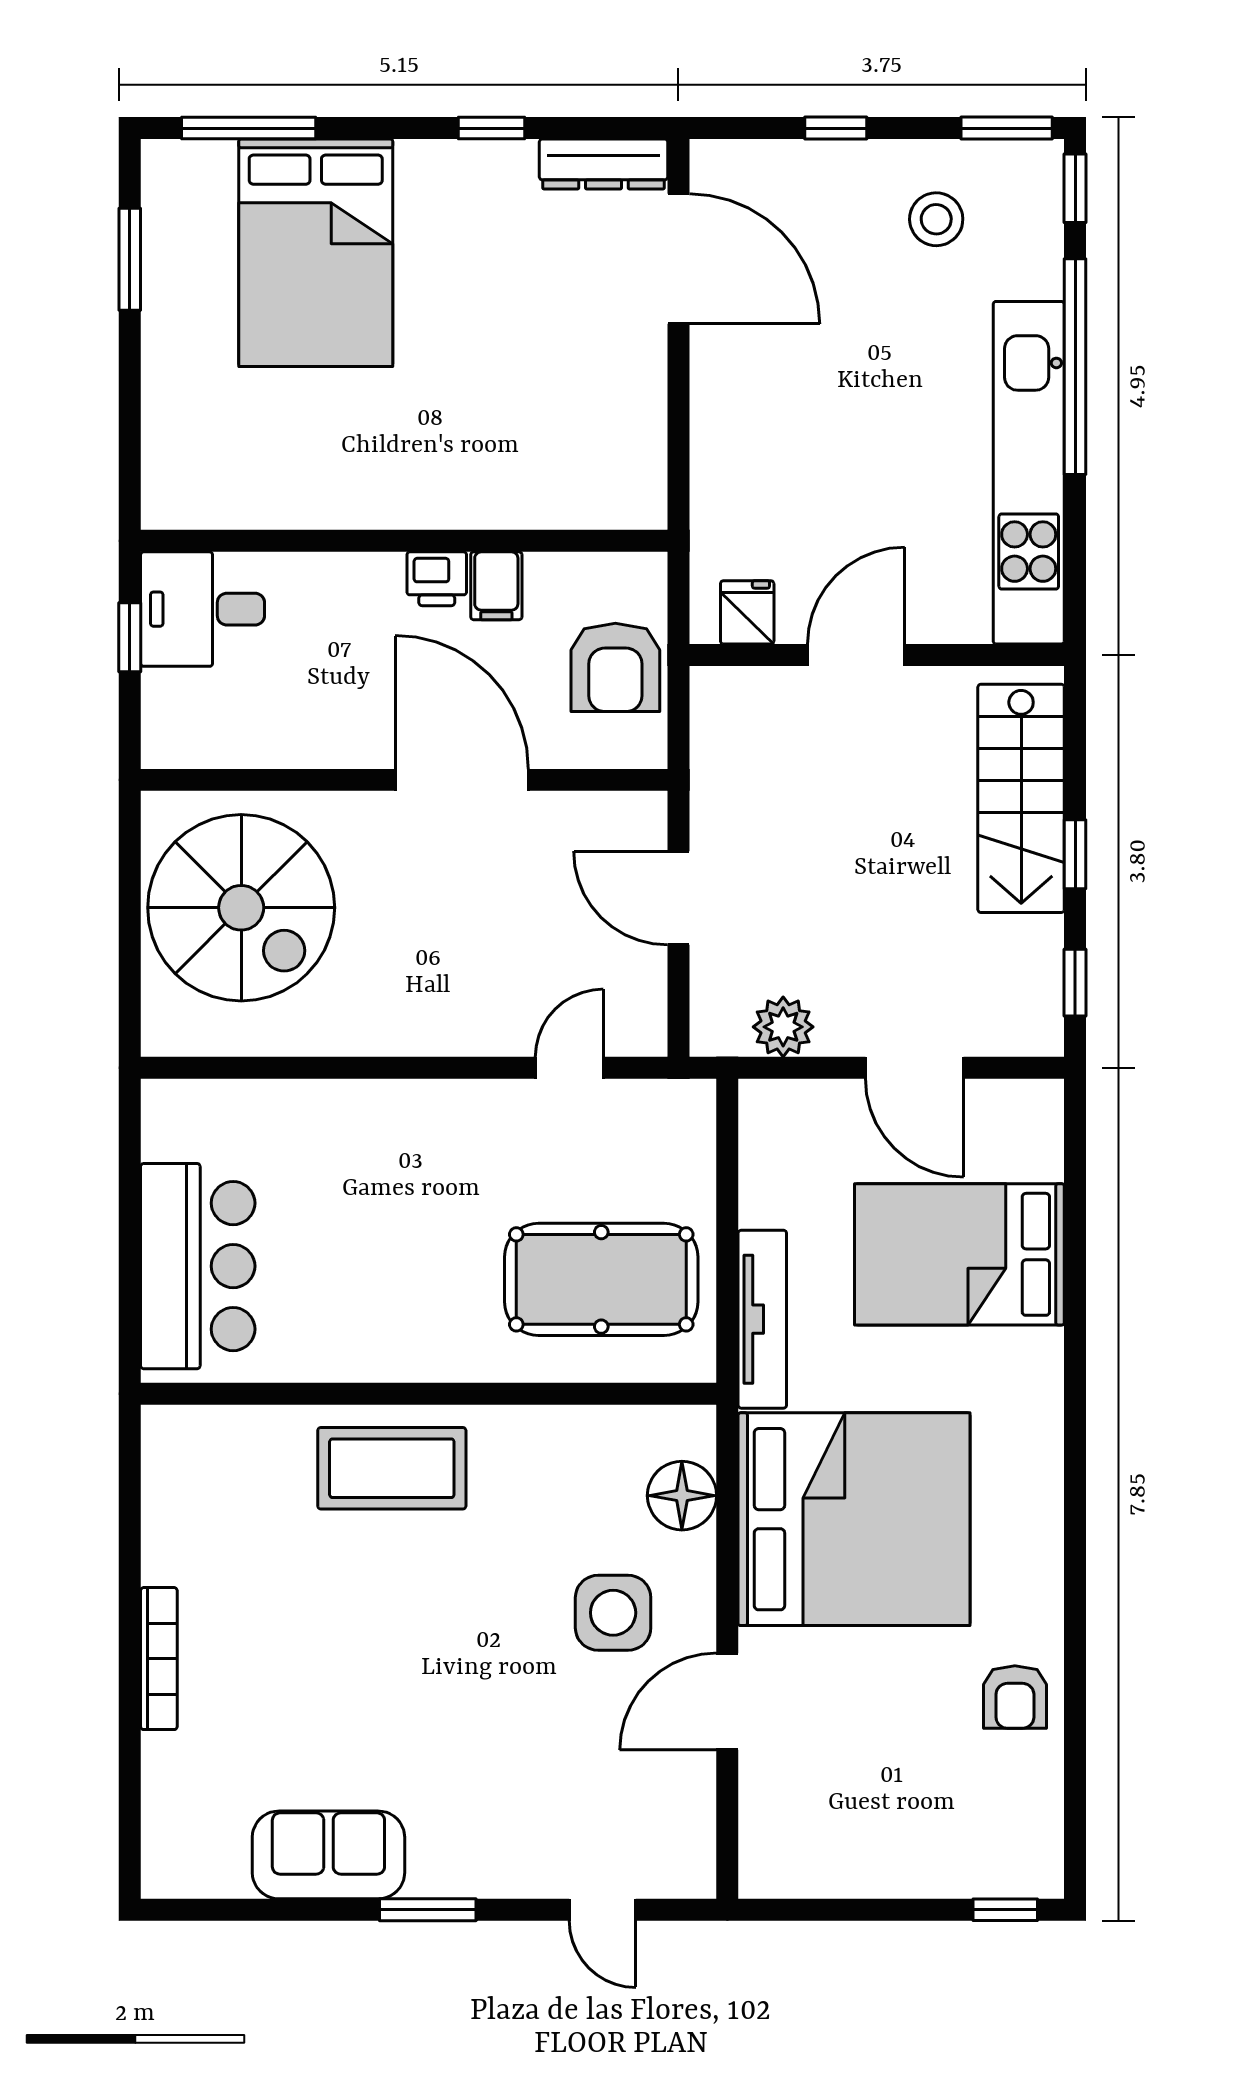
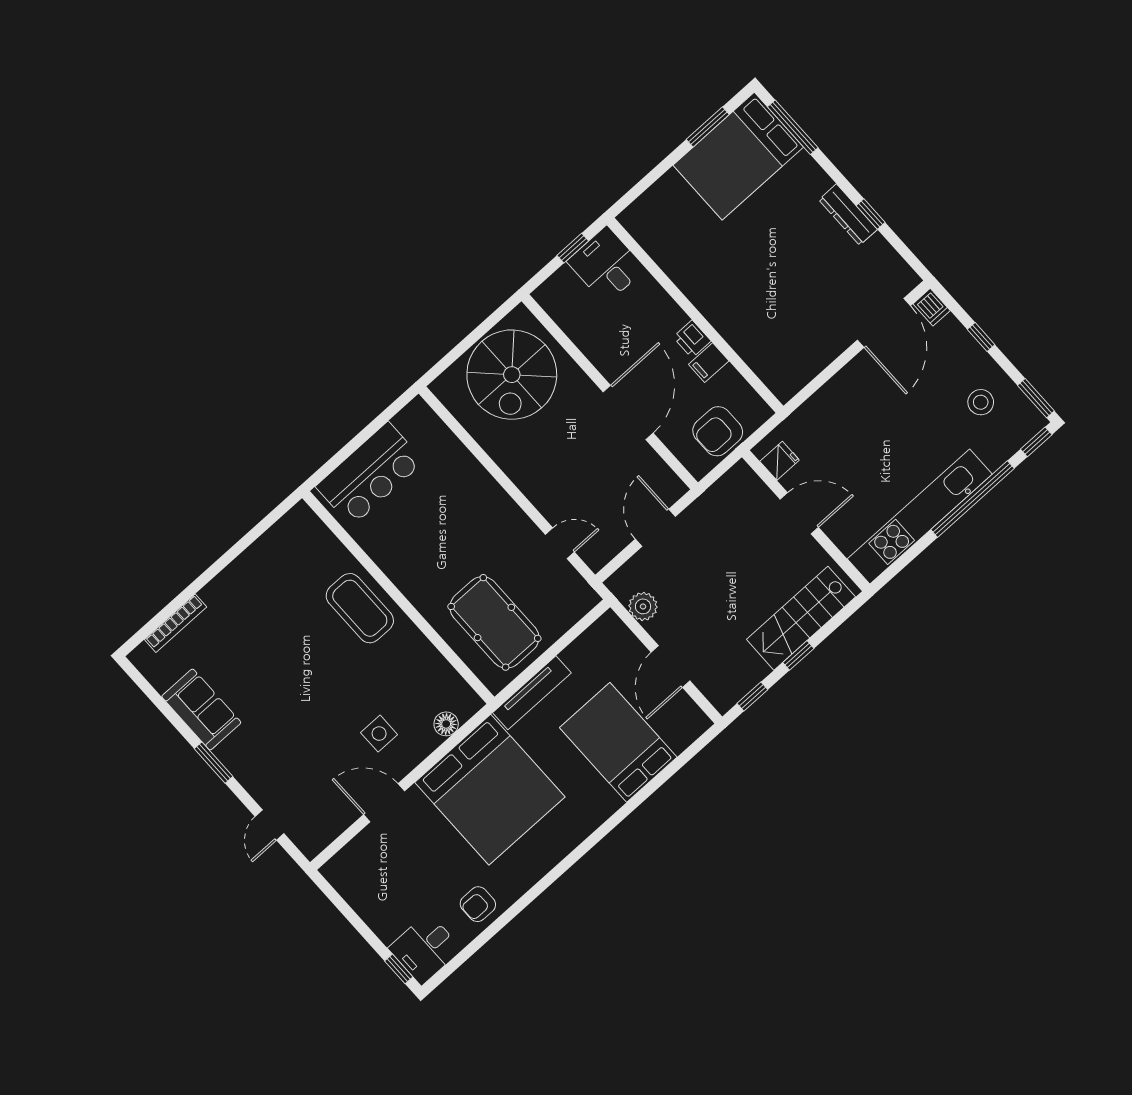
dishwasher: (721, 163) -> (932, 307), added
dresser: (604, 164) -> (848, 215), moved
bed: (316, 253) -> (738, 156), moved
floor lamp: (682, 1496) -> (446, 724), width x0.73, depth x0.73
side table: (613, 1613) -> (379, 734), width x0.73, depth x0.73
bookcase: (159, 1659) -> (176, 623), moved
desk: (1010, 1841) -> (425, 949), added

